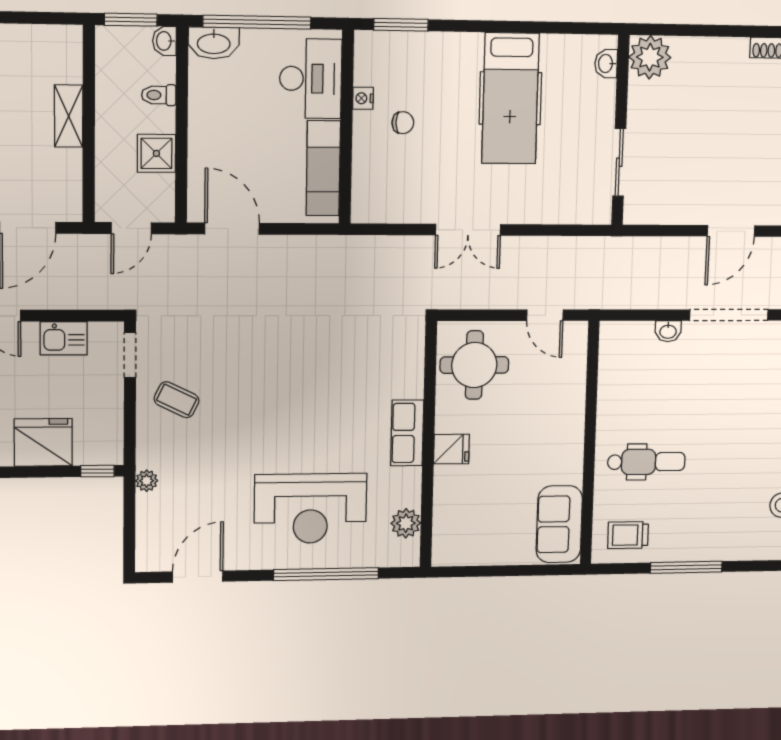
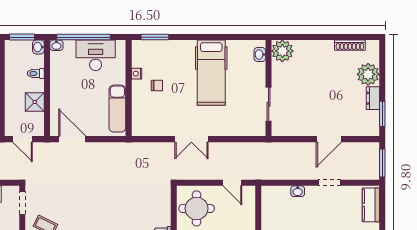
washbasin: (214, 43) -> (56, 45), width x0.52, depth x0.69
desk: (311, 79) -> (96, 55), moved, turned -90
door: (131, 228) -> (23, 139), hinge flipped
doorway: (729, 315) -> (330, 183), width x0.53

